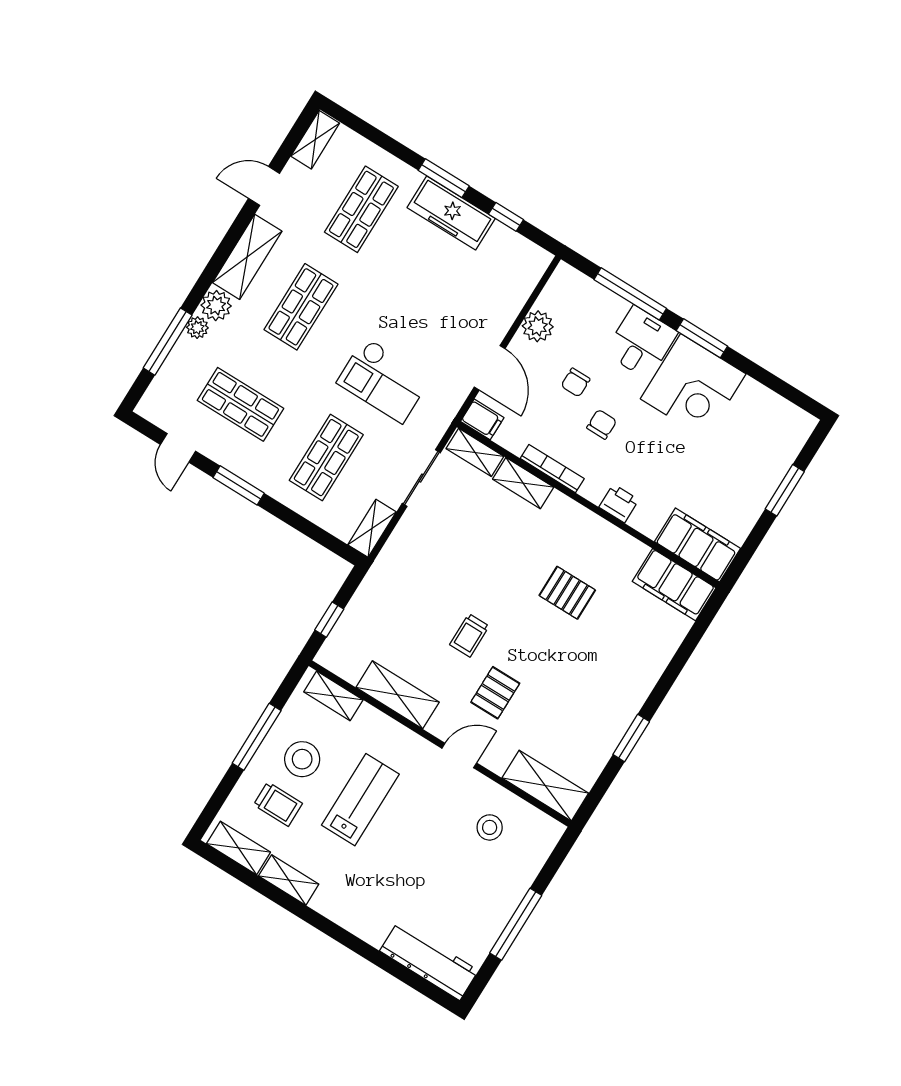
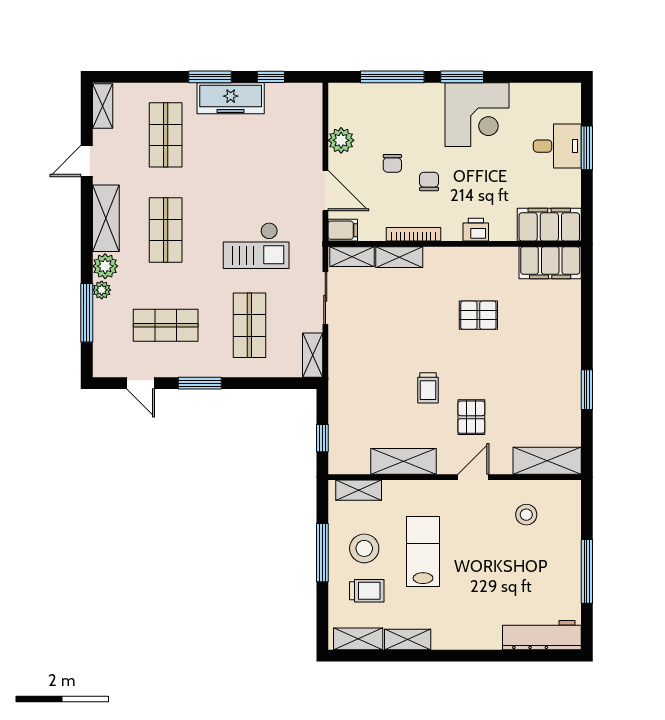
desk: (641, 343) -> (557, 146), moved, turned 90

